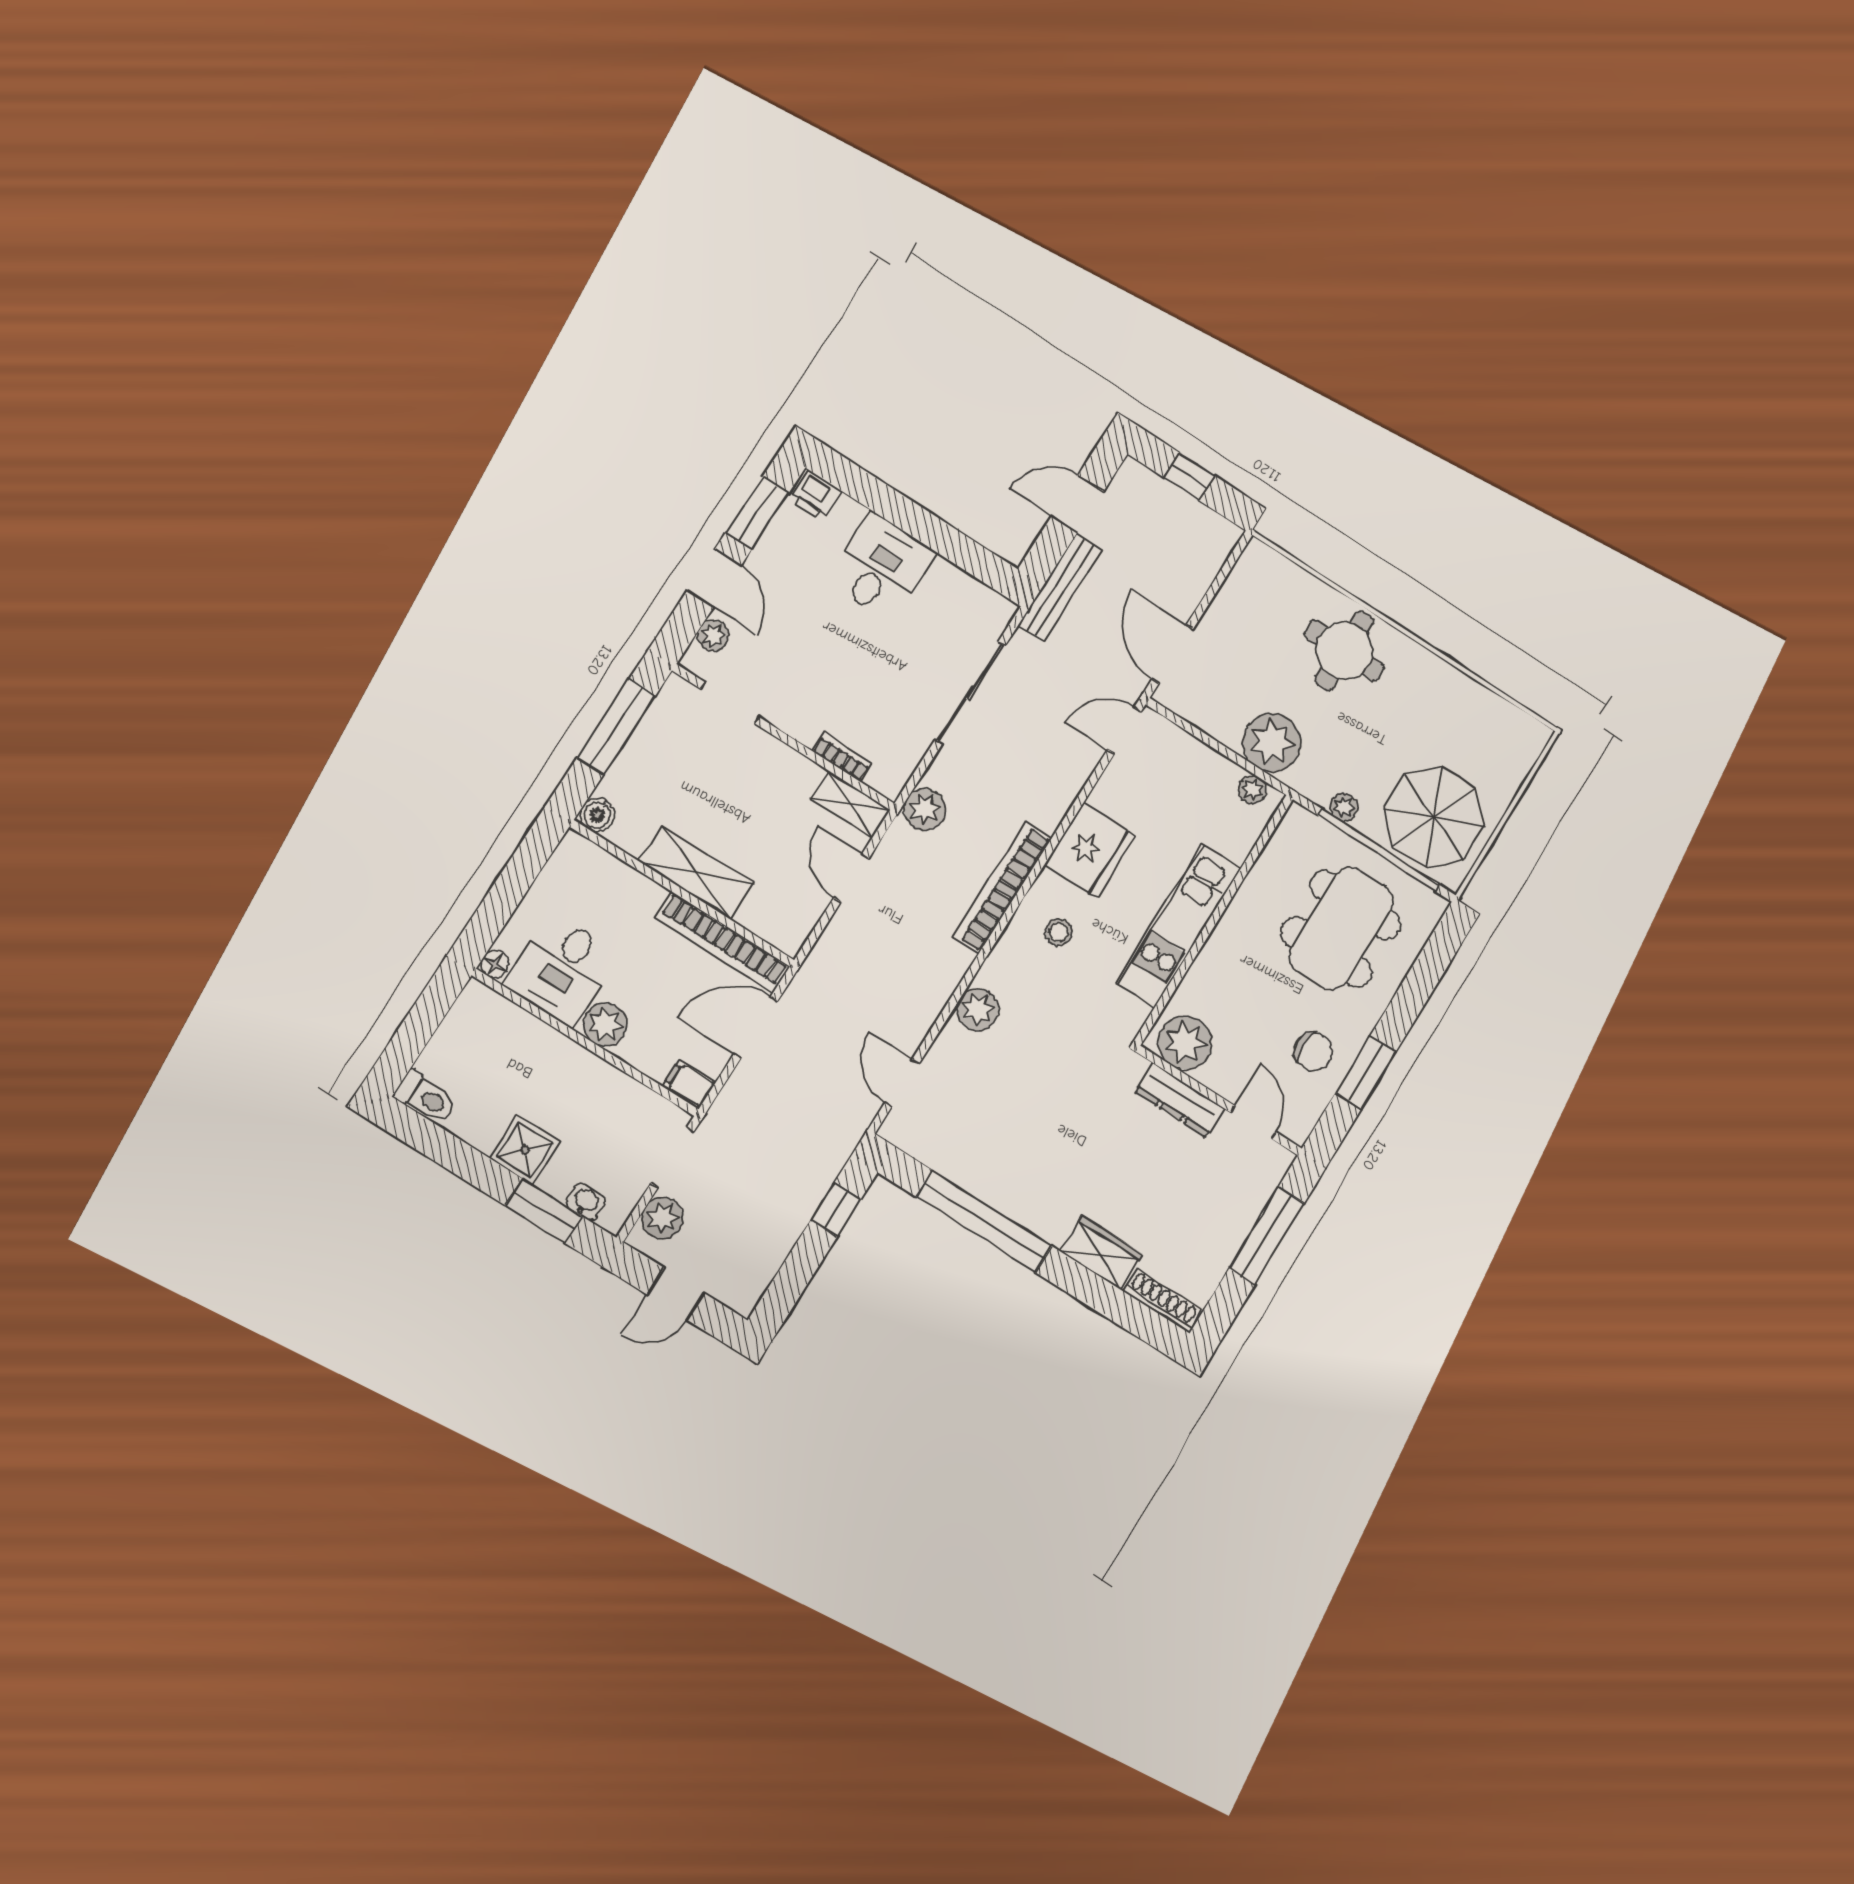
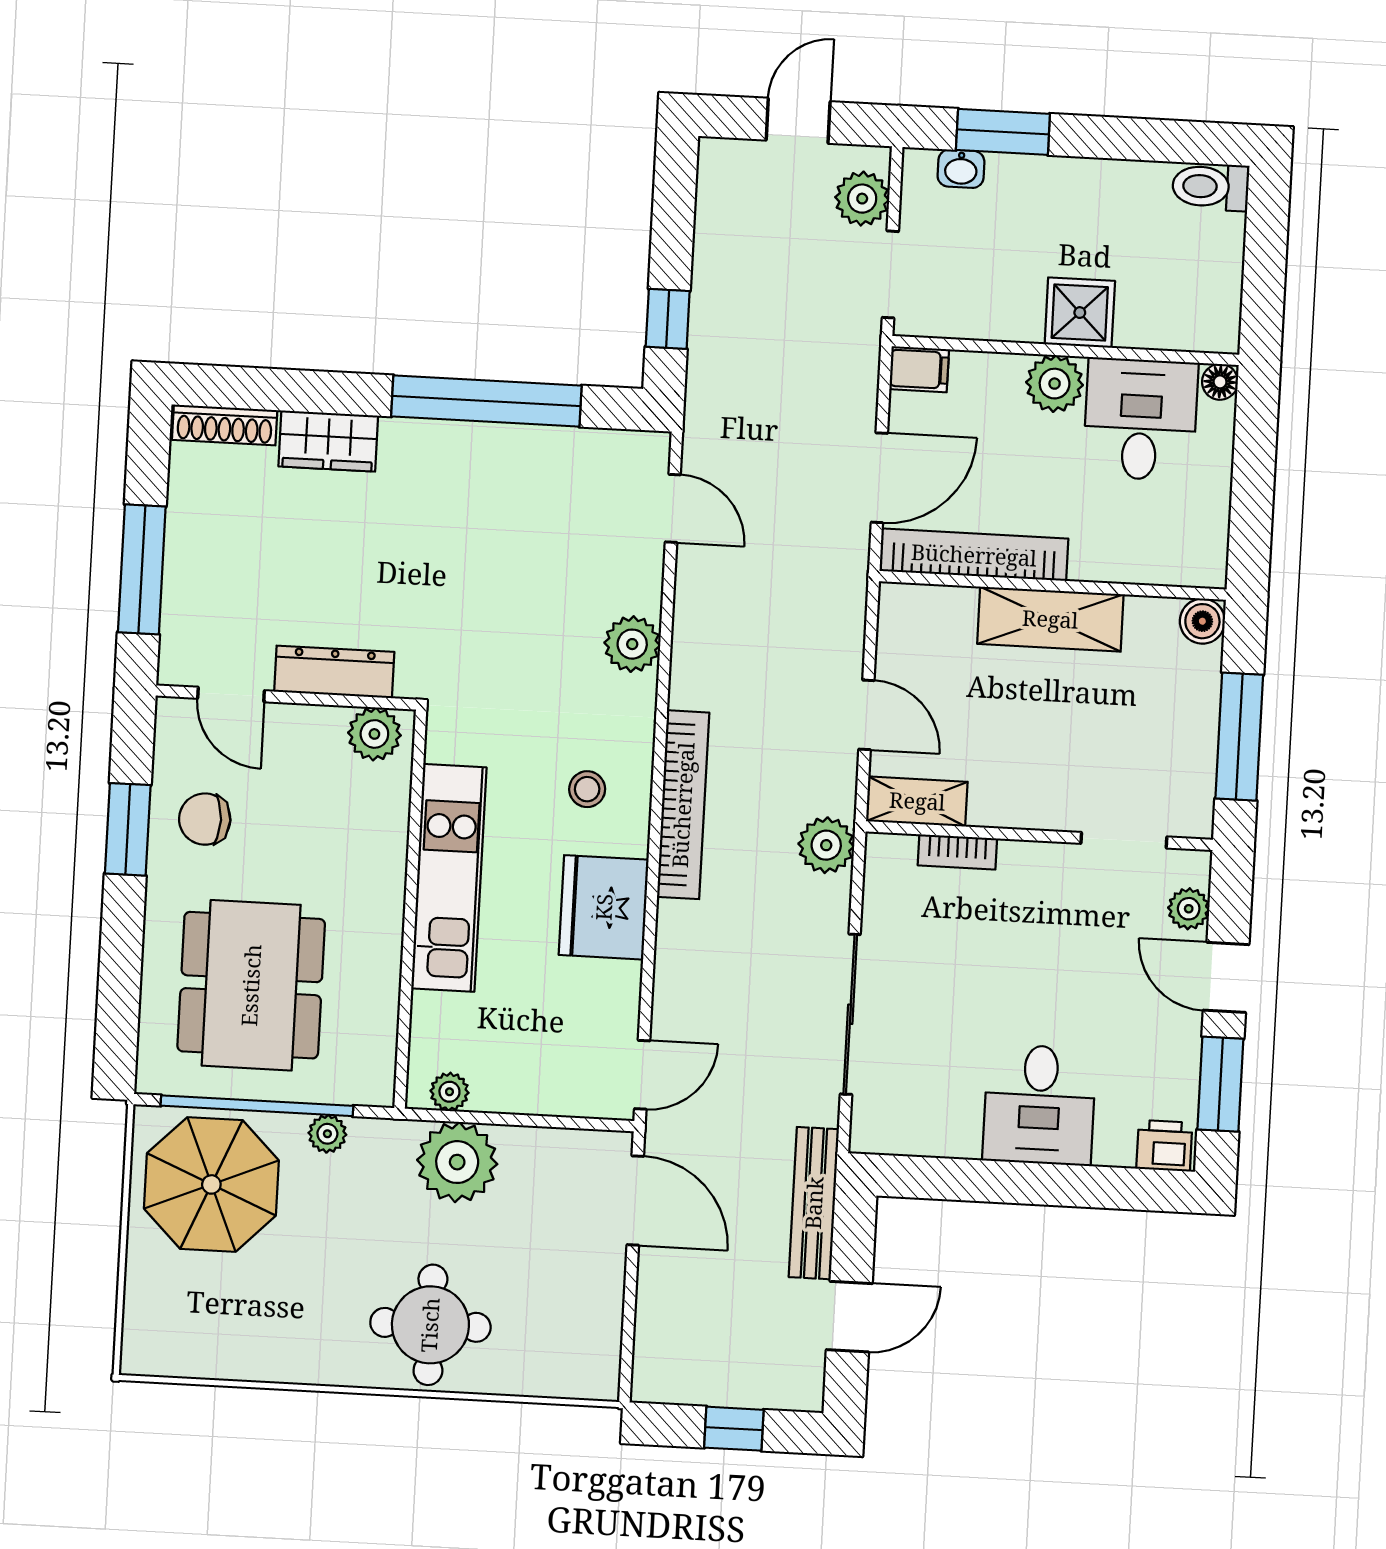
plant: (1185, 1043) -> (374, 734), width x0.73, depth x0.73
shower: (525, 1150) -> (1080, 313), moved

